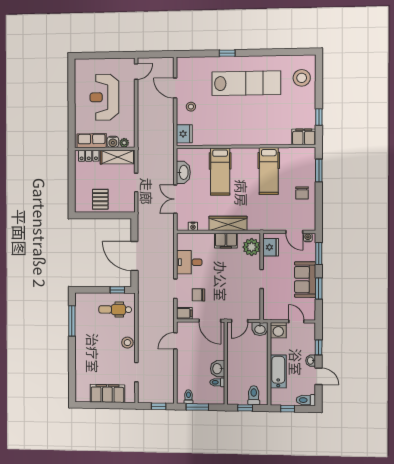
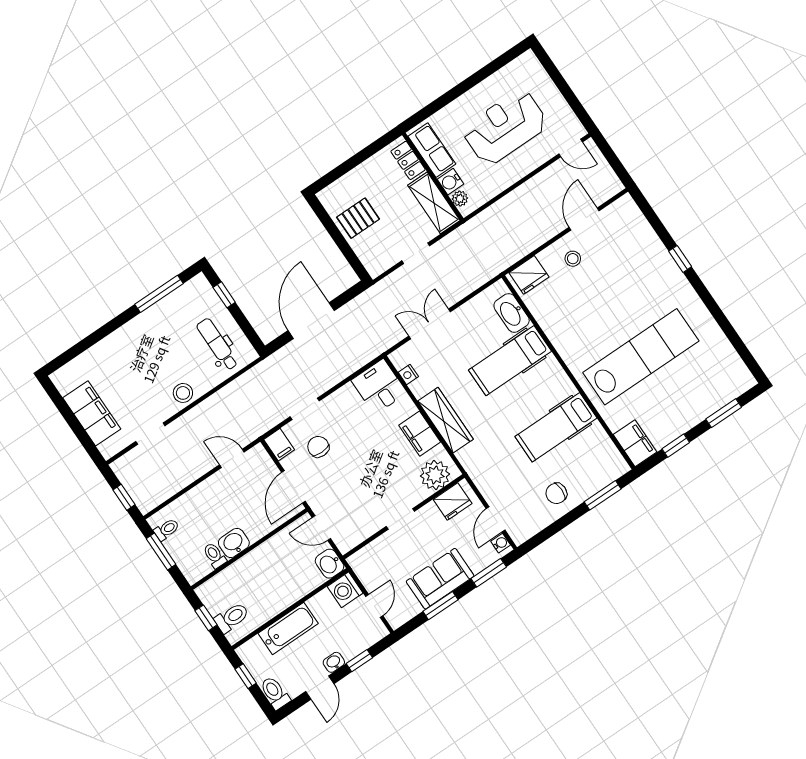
stool: (302, 78) -> (714, 386), removed
window: (319, 82) -> (724, 413), added
lab bench: (246, 83) -> (641, 357), moved, turned -90
washbasin: (183, 172) -> (512, 313), moved, turned 90
desk: (189, 262) -> (379, 387), moved
window: (117, 290) -> (224, 295), moved

